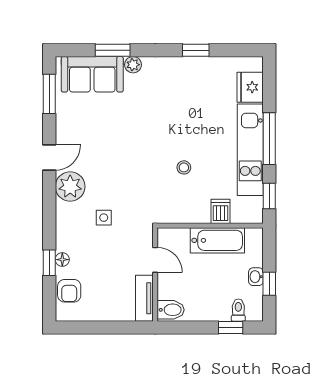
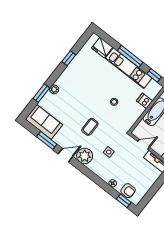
sofa: (92, 74) -> (44, 122), moved, turned -90
window: (49, 94) -> (47, 140), moved
door: (49, 158) -> (66, 155), hinge flipped
coffee table: (119, 161) -> (90, 127), added
window: (49, 263) -> (124, 201), moved

